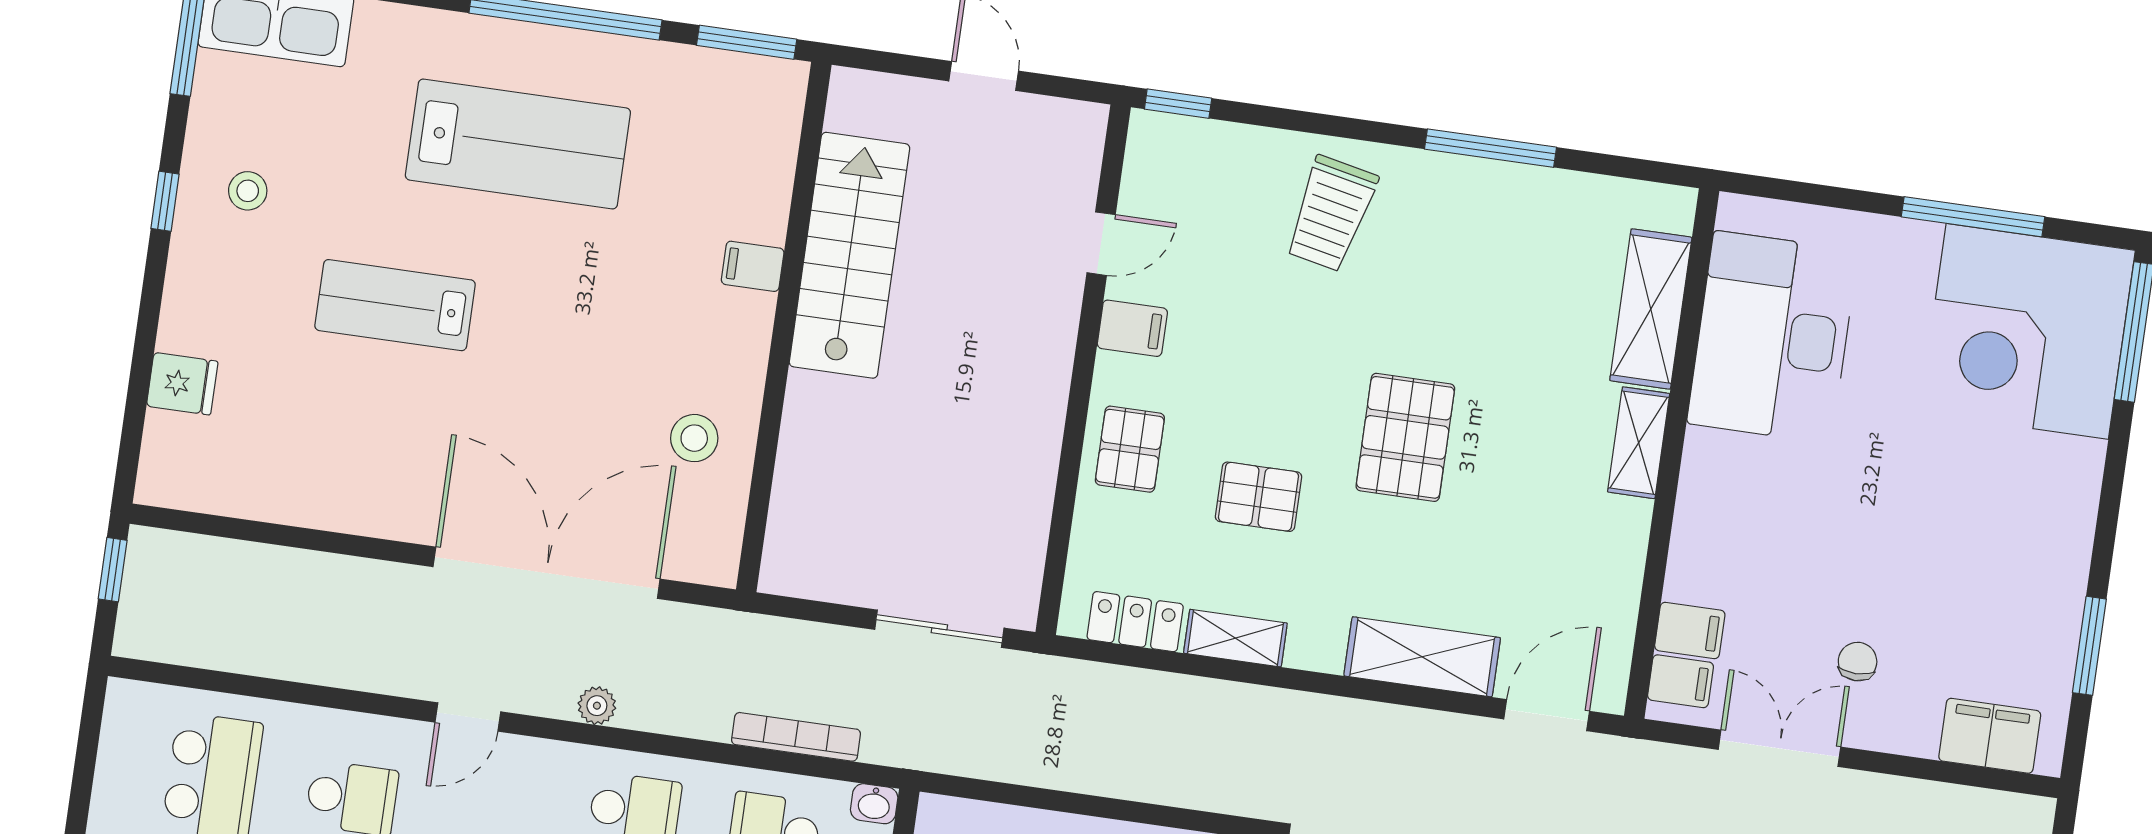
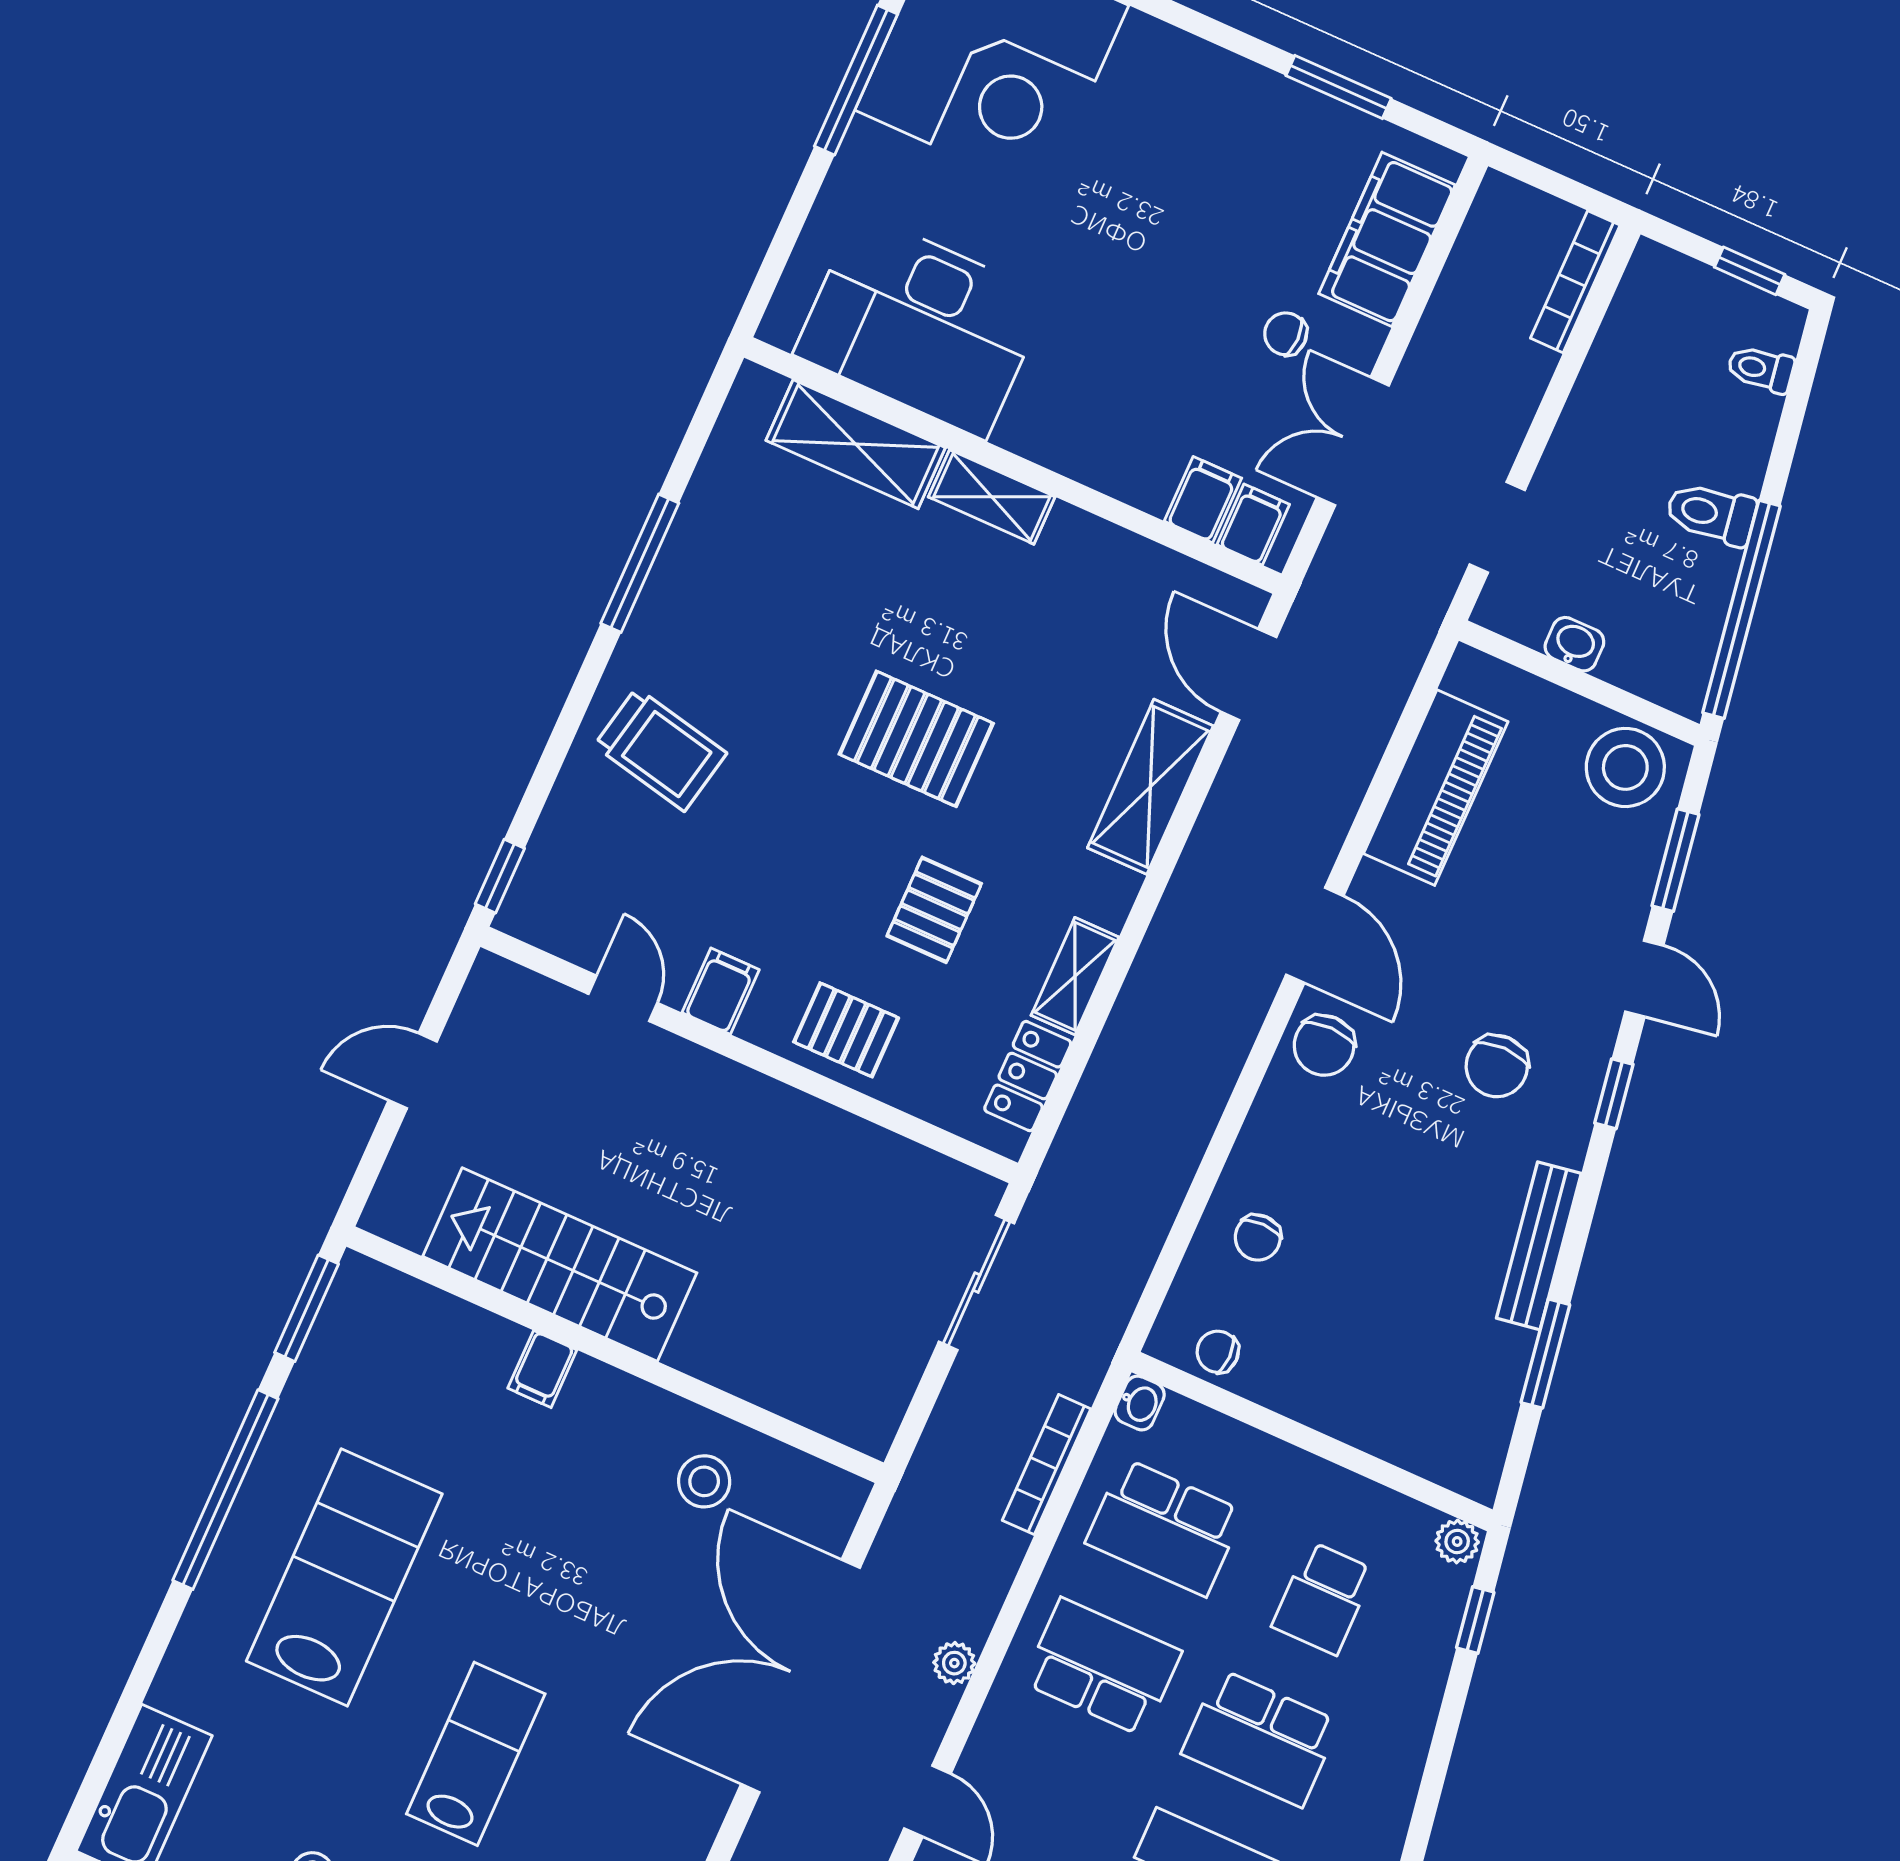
lab bench: (395, 305) -> (476, 1754), turned 180
filing cabinet: (1990, 736) -> (1387, 239), width x1.50, depth x1.17

